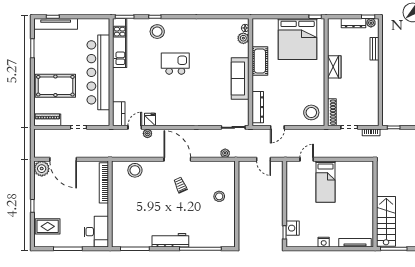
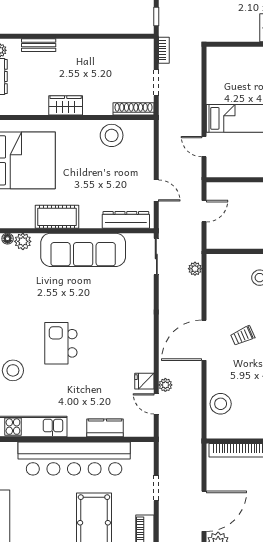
sofa: (240, 78) -> (83, 250), width x1.36, depth x1.27
stool: (311, 112) -> (112, 135), moved
kitchen counter: (119, 114) -> (105, 428), moved

